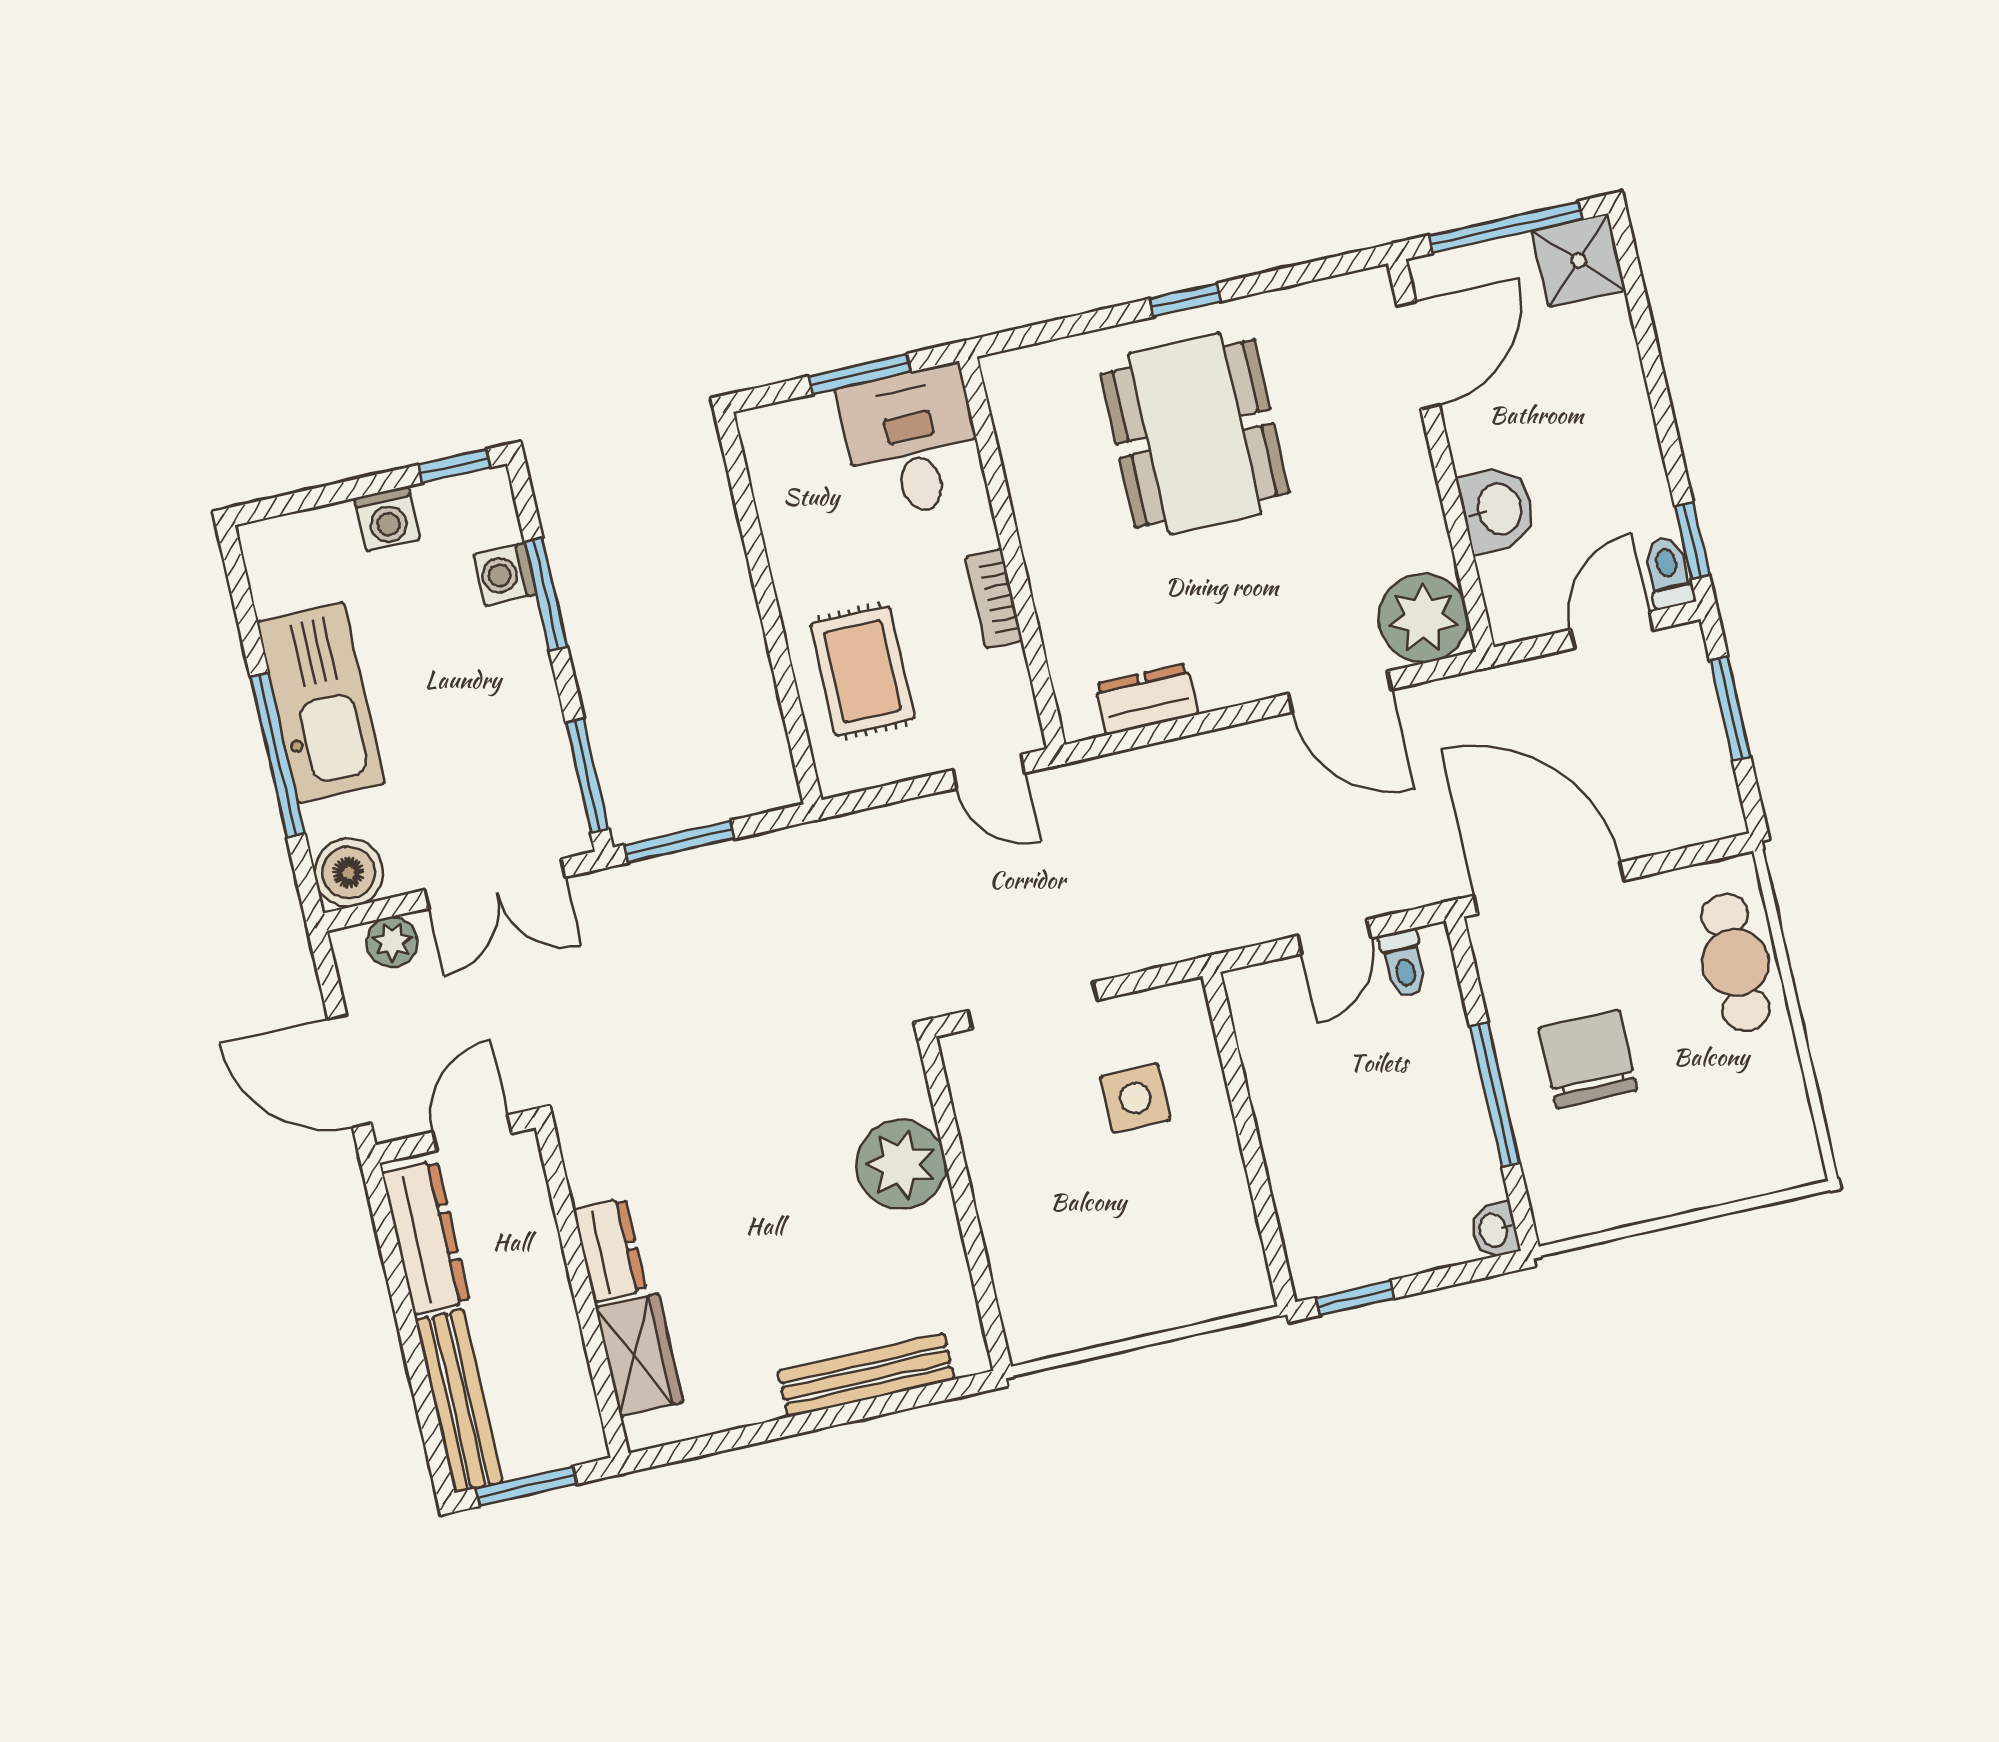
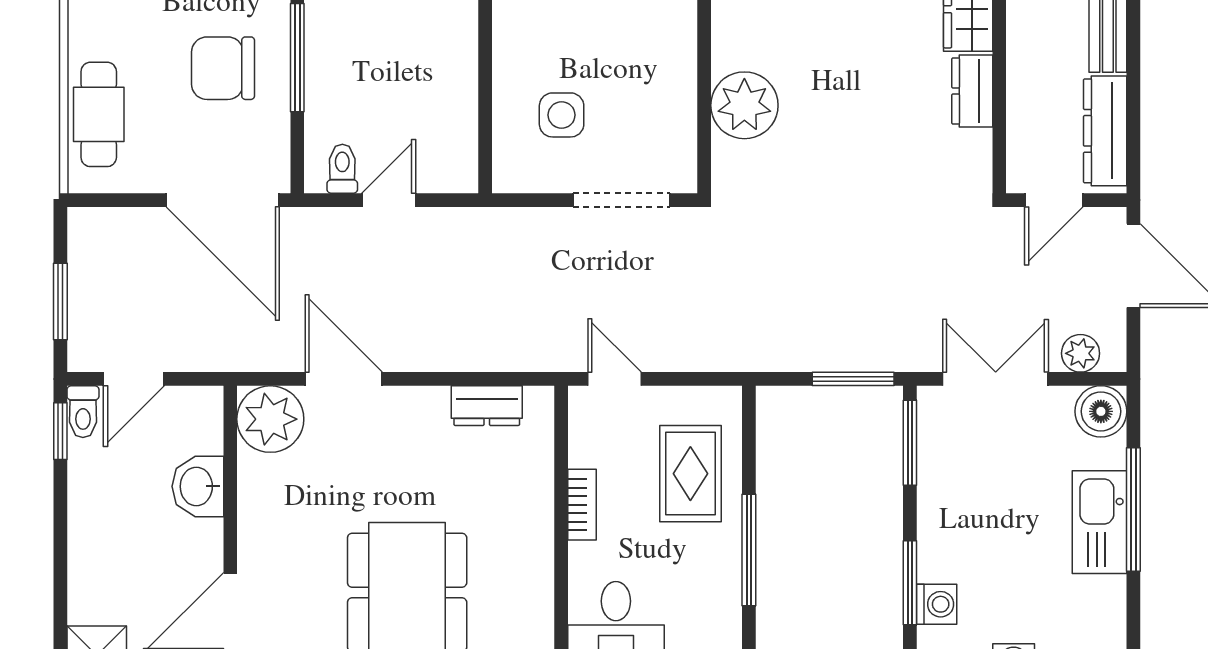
window: (764, 589) -> (749, 550), added
kitchen sink: (321, 703) -> (1100, 522), width x0.73, depth x0.81
chair: (1588, 1059) -> (223, 68), turned 90

